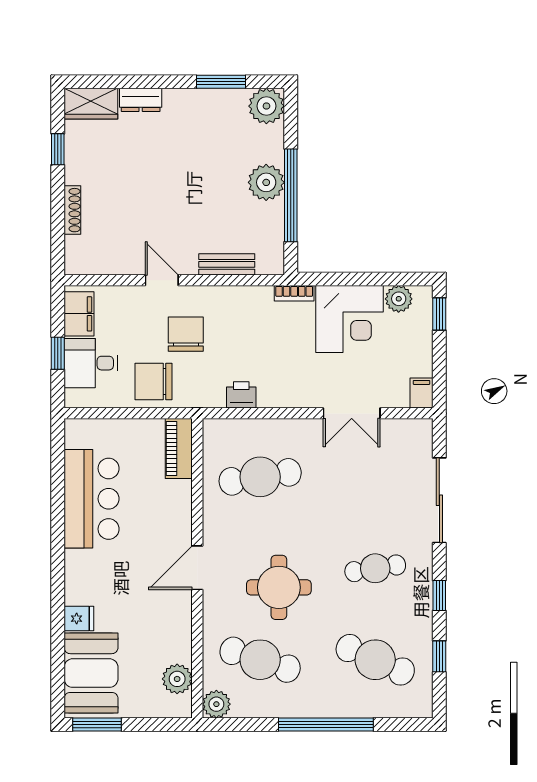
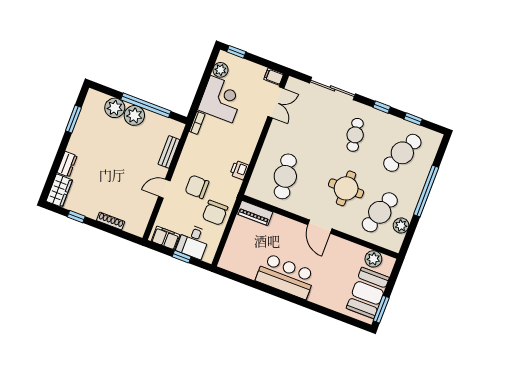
plant: (266, 106) -> (115, 108), moved
double door: (352, 413) -> (276, 102), moved
bar counter: (92, 499) -> (286, 276), moved
fridge: (79, 619) -> (323, 298), removed
booth: (91, 673) -> (368, 293), moved, turned 90
plant: (216, 704) -> (401, 225), moved

